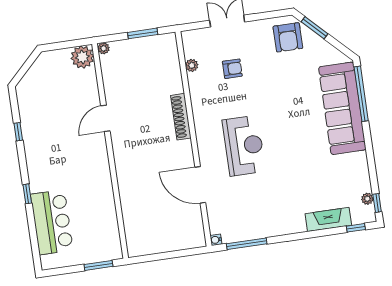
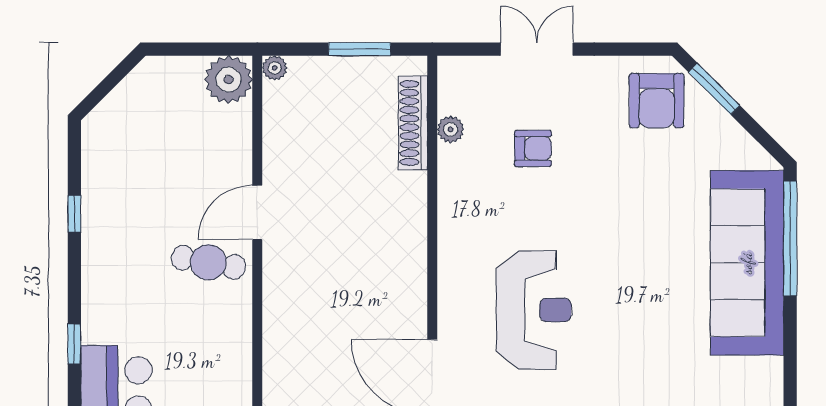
shoe rack: (181, 117) -> (413, 123), moved
cafe table: (85, 146) -> (208, 262), added

